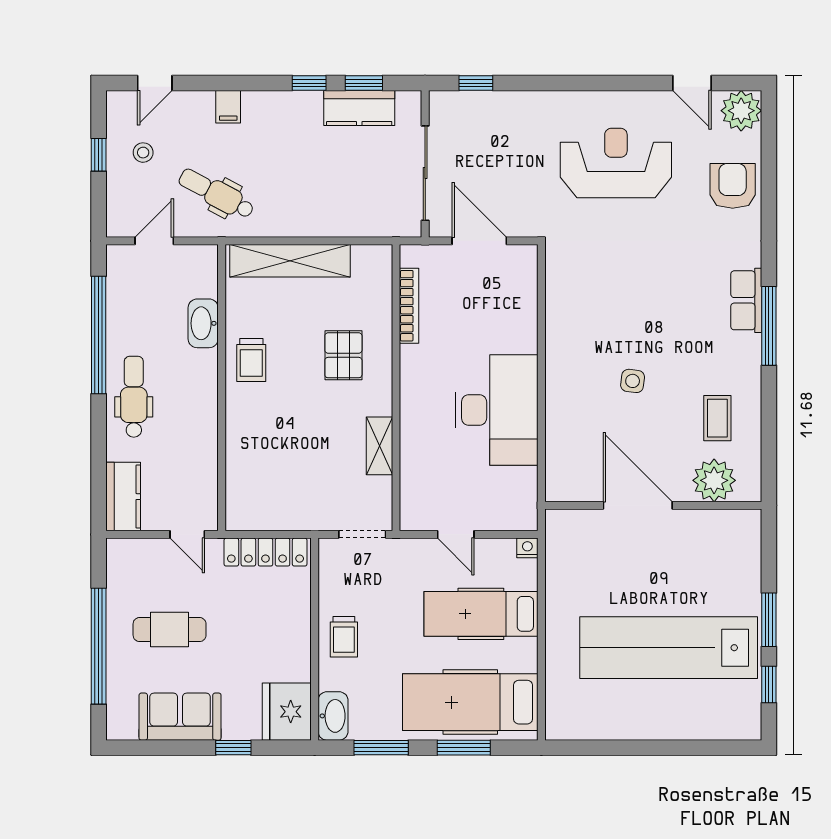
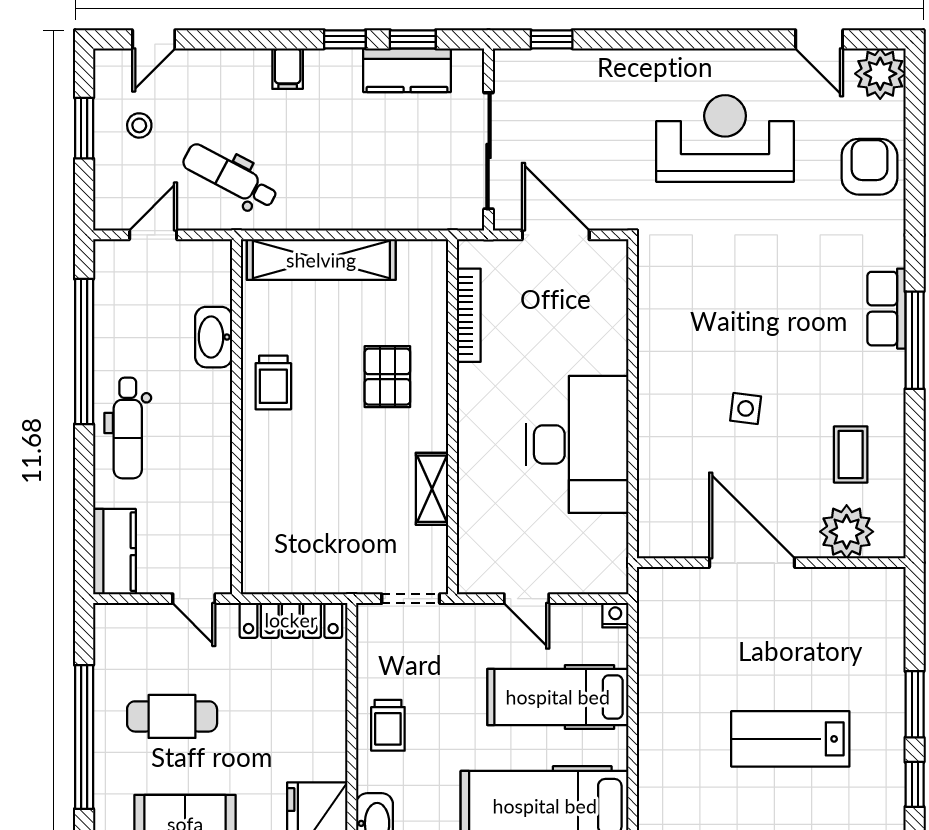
filing cabinet: (228, 107) -> (288, 69), moved
window: (99, 155) -> (84, 128), width x1.50
dental chair: (134, 397) -> (128, 428), turned 180
lab bench: (669, 648) -> (790, 739), width x0.54, depth x0.72

